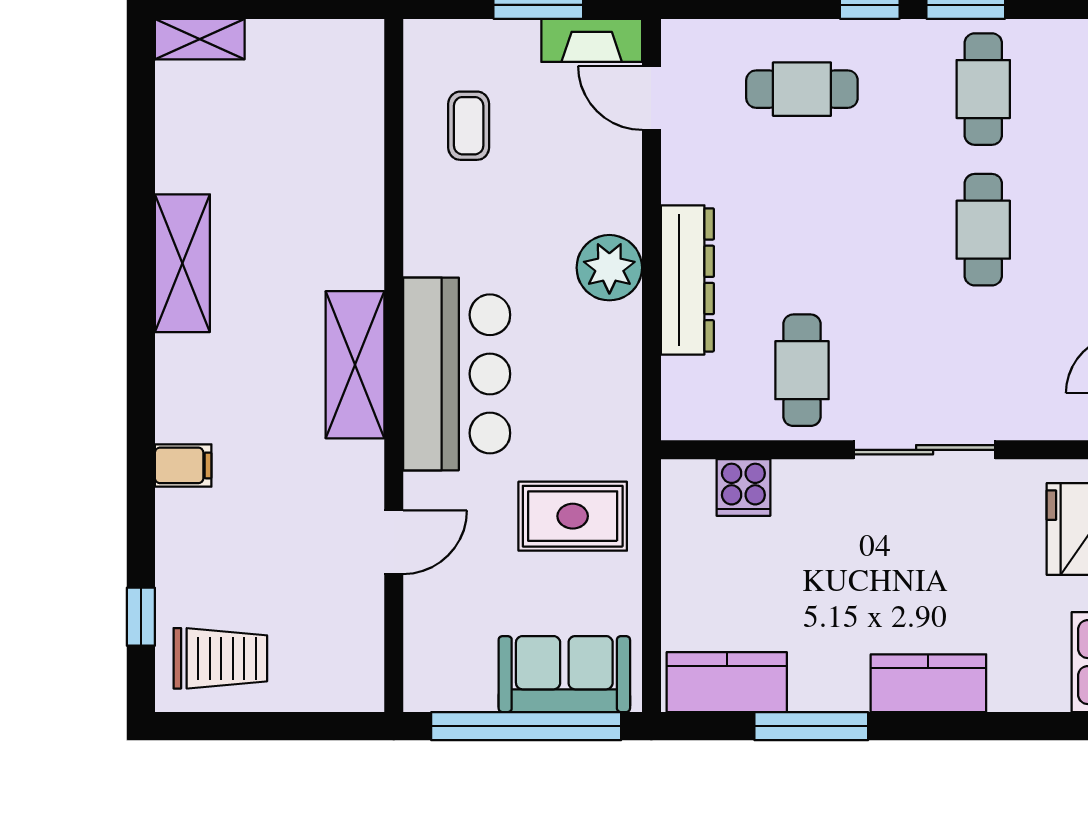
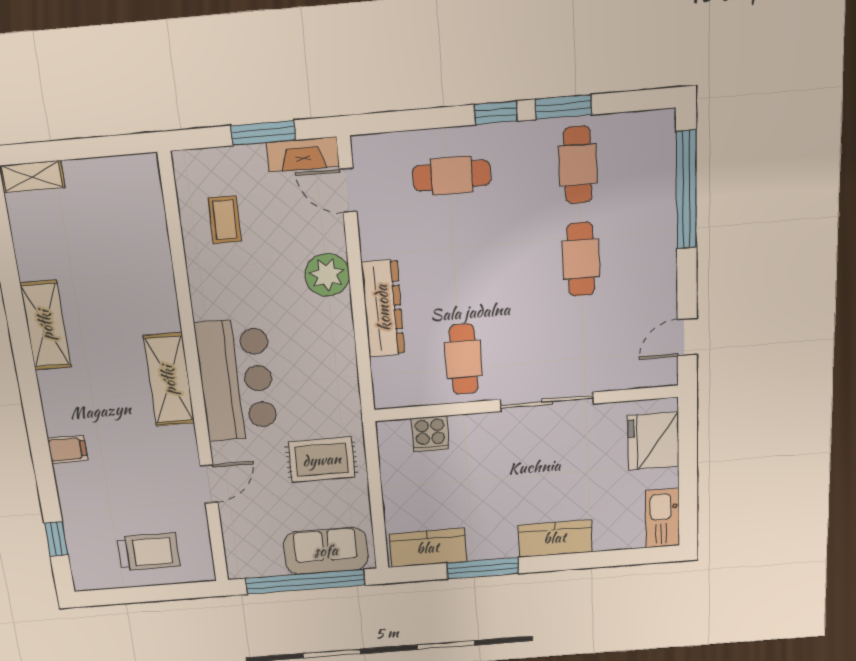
plant: (609, 268) -> (327, 275), moved
trolley: (220, 658) -> (149, 552), moved

